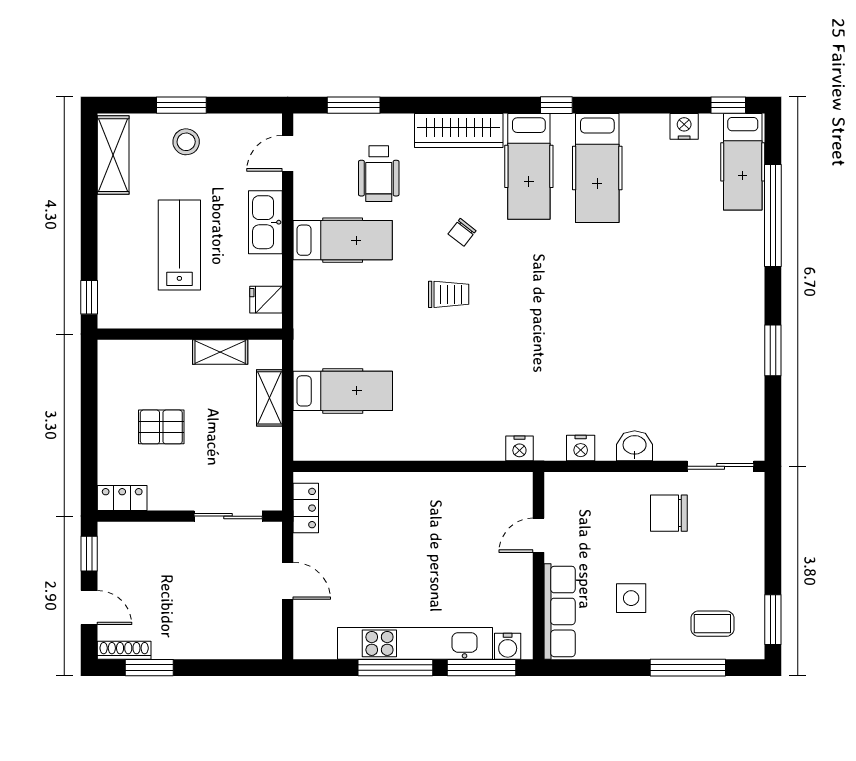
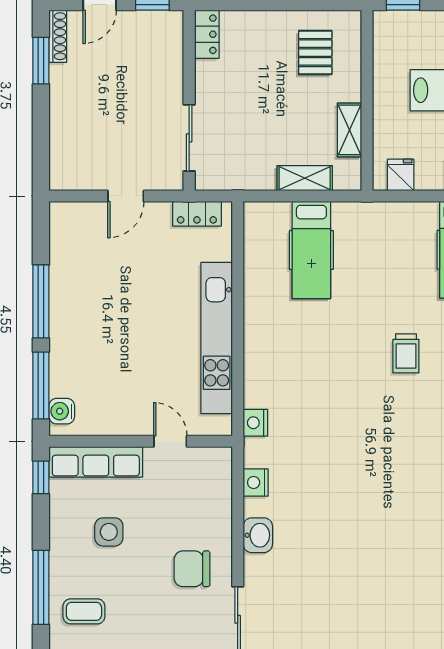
pallet: (161, 427) -> (315, 53), moved
chair: (669, 513) -> (192, 569), turned -90
coffee table: (712, 624) -> (84, 611), turned 90
kitchen unit: (415, 643) -> (217, 338), moved, turned 180
window: (575, 668) -> (41, 477), added

